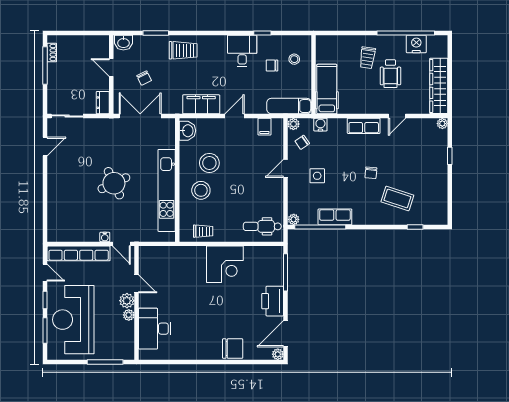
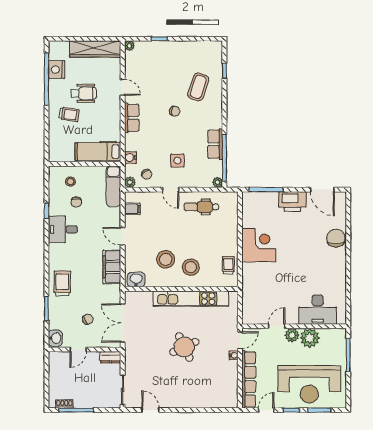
dental chair: (262, 226) -> (201, 207), moved, turned 90
plant: (129, 315) -> (310, 338), width x1.88, depth x1.88
plant: (278, 354) -> (341, 197), removed

